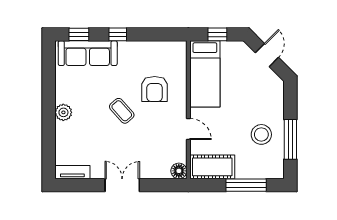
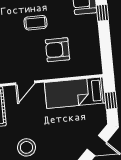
coffee table: (122, 111) -> (35, 23), turned 42

